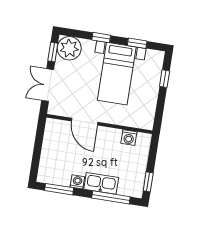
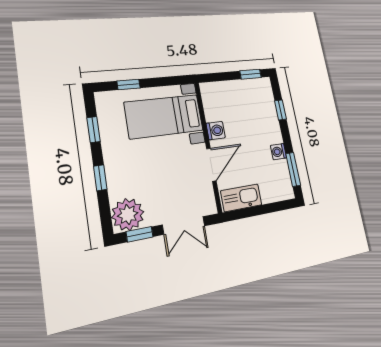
bed with nightstands: (117, 74) -> (164, 116), moved, turned 180
washing machine: (129, 138) -> (216, 131), moved
kitchen sink: (101, 183) -> (241, 198), moved, turned 90
window: (111, 197) -> (280, 110), width x0.46

